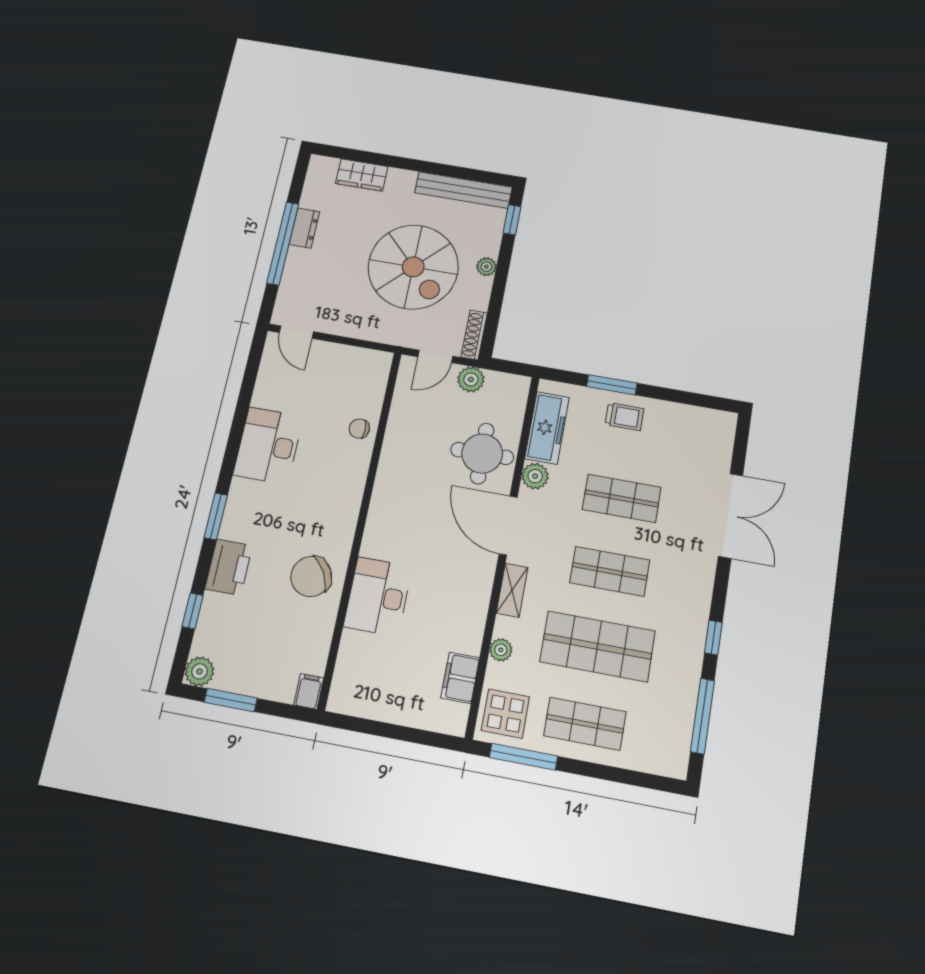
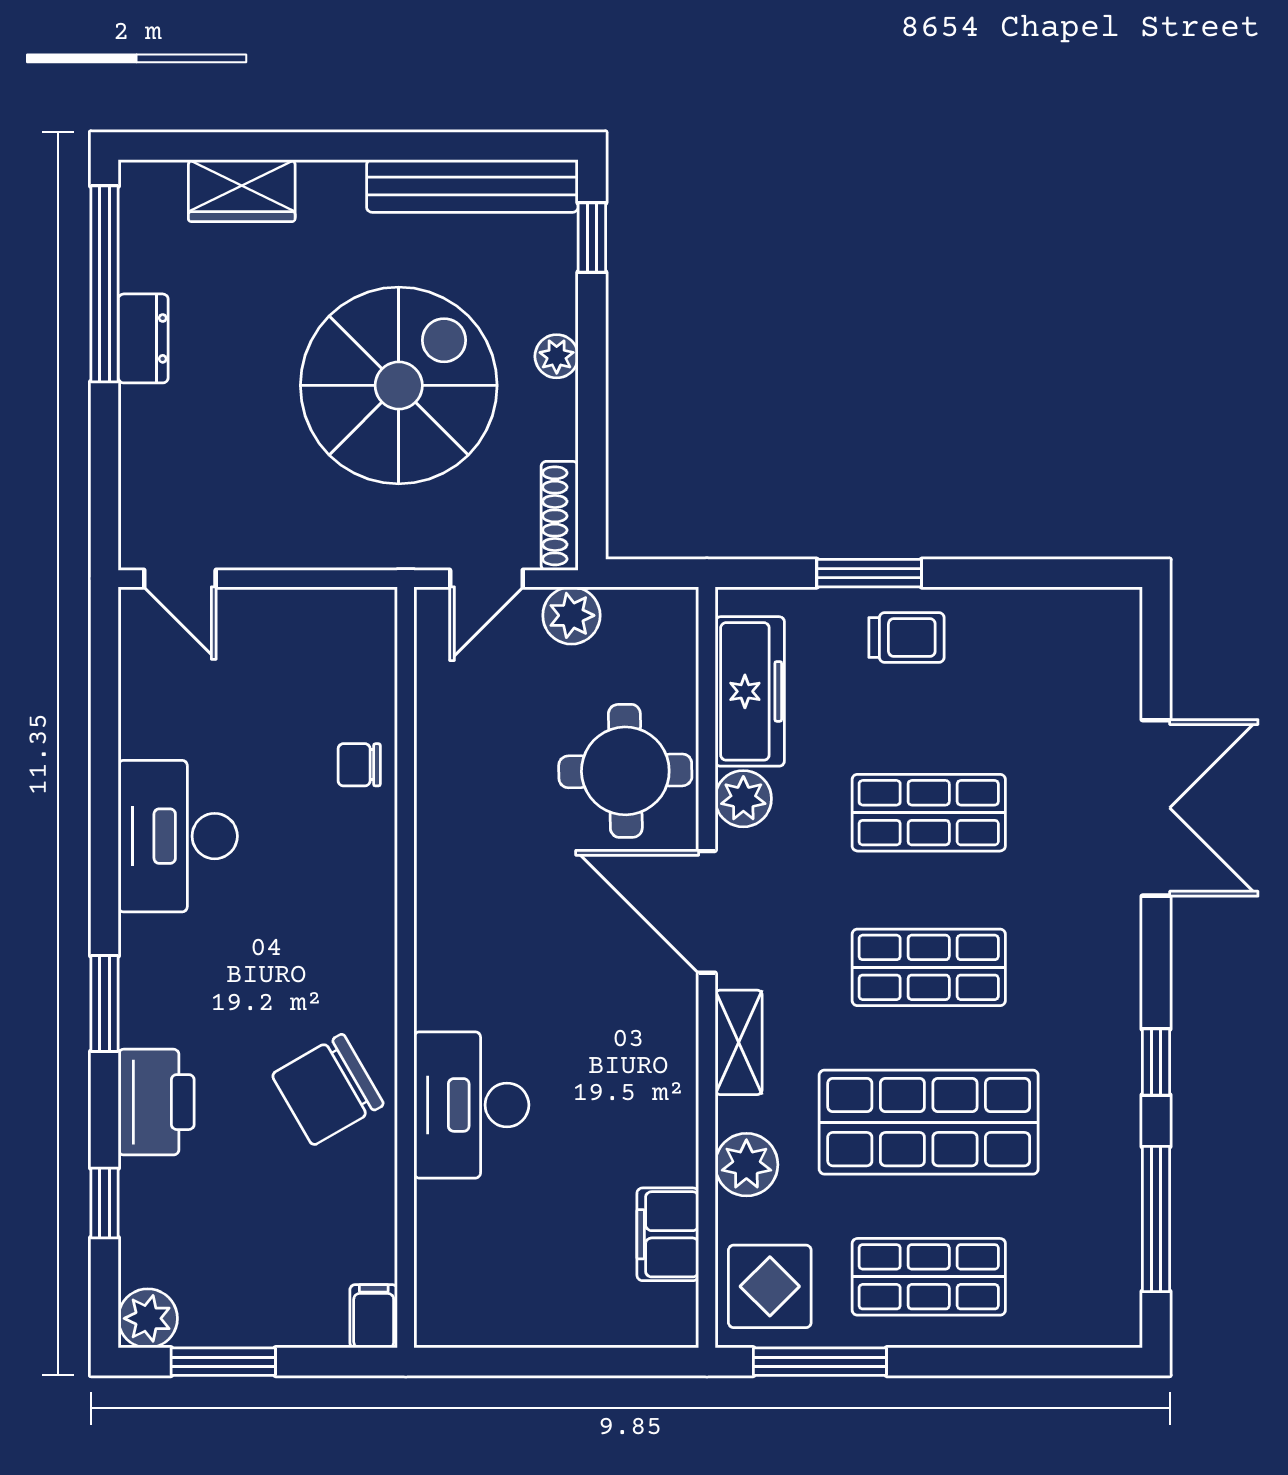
window: (283, 243) -> (105, 284), moved
spiral stairs: (413, 267) -> (399, 385), turned -90
plant: (501, 650) -> (746, 1165), width x1.38, depth x1.38

